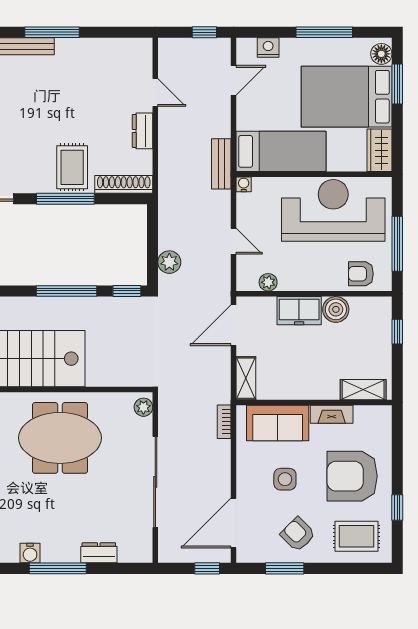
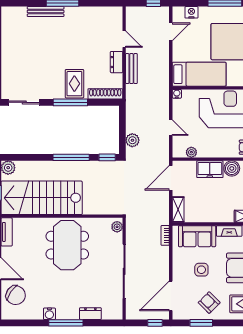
bench: (221, 164) -> (131, 69), moved
meeting table: (60, 438) -> (67, 245), turned 90

